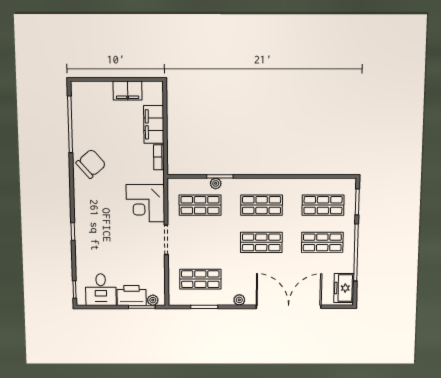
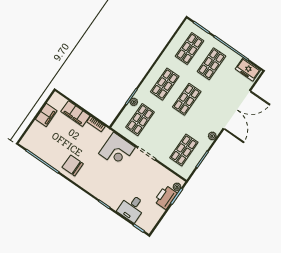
chair: (91, 164) -> (73, 166), turned -49
desk: (101, 290) -> (132, 208), moved, turned 90
double door: (289, 307) -> (237, 110), swing flipped

